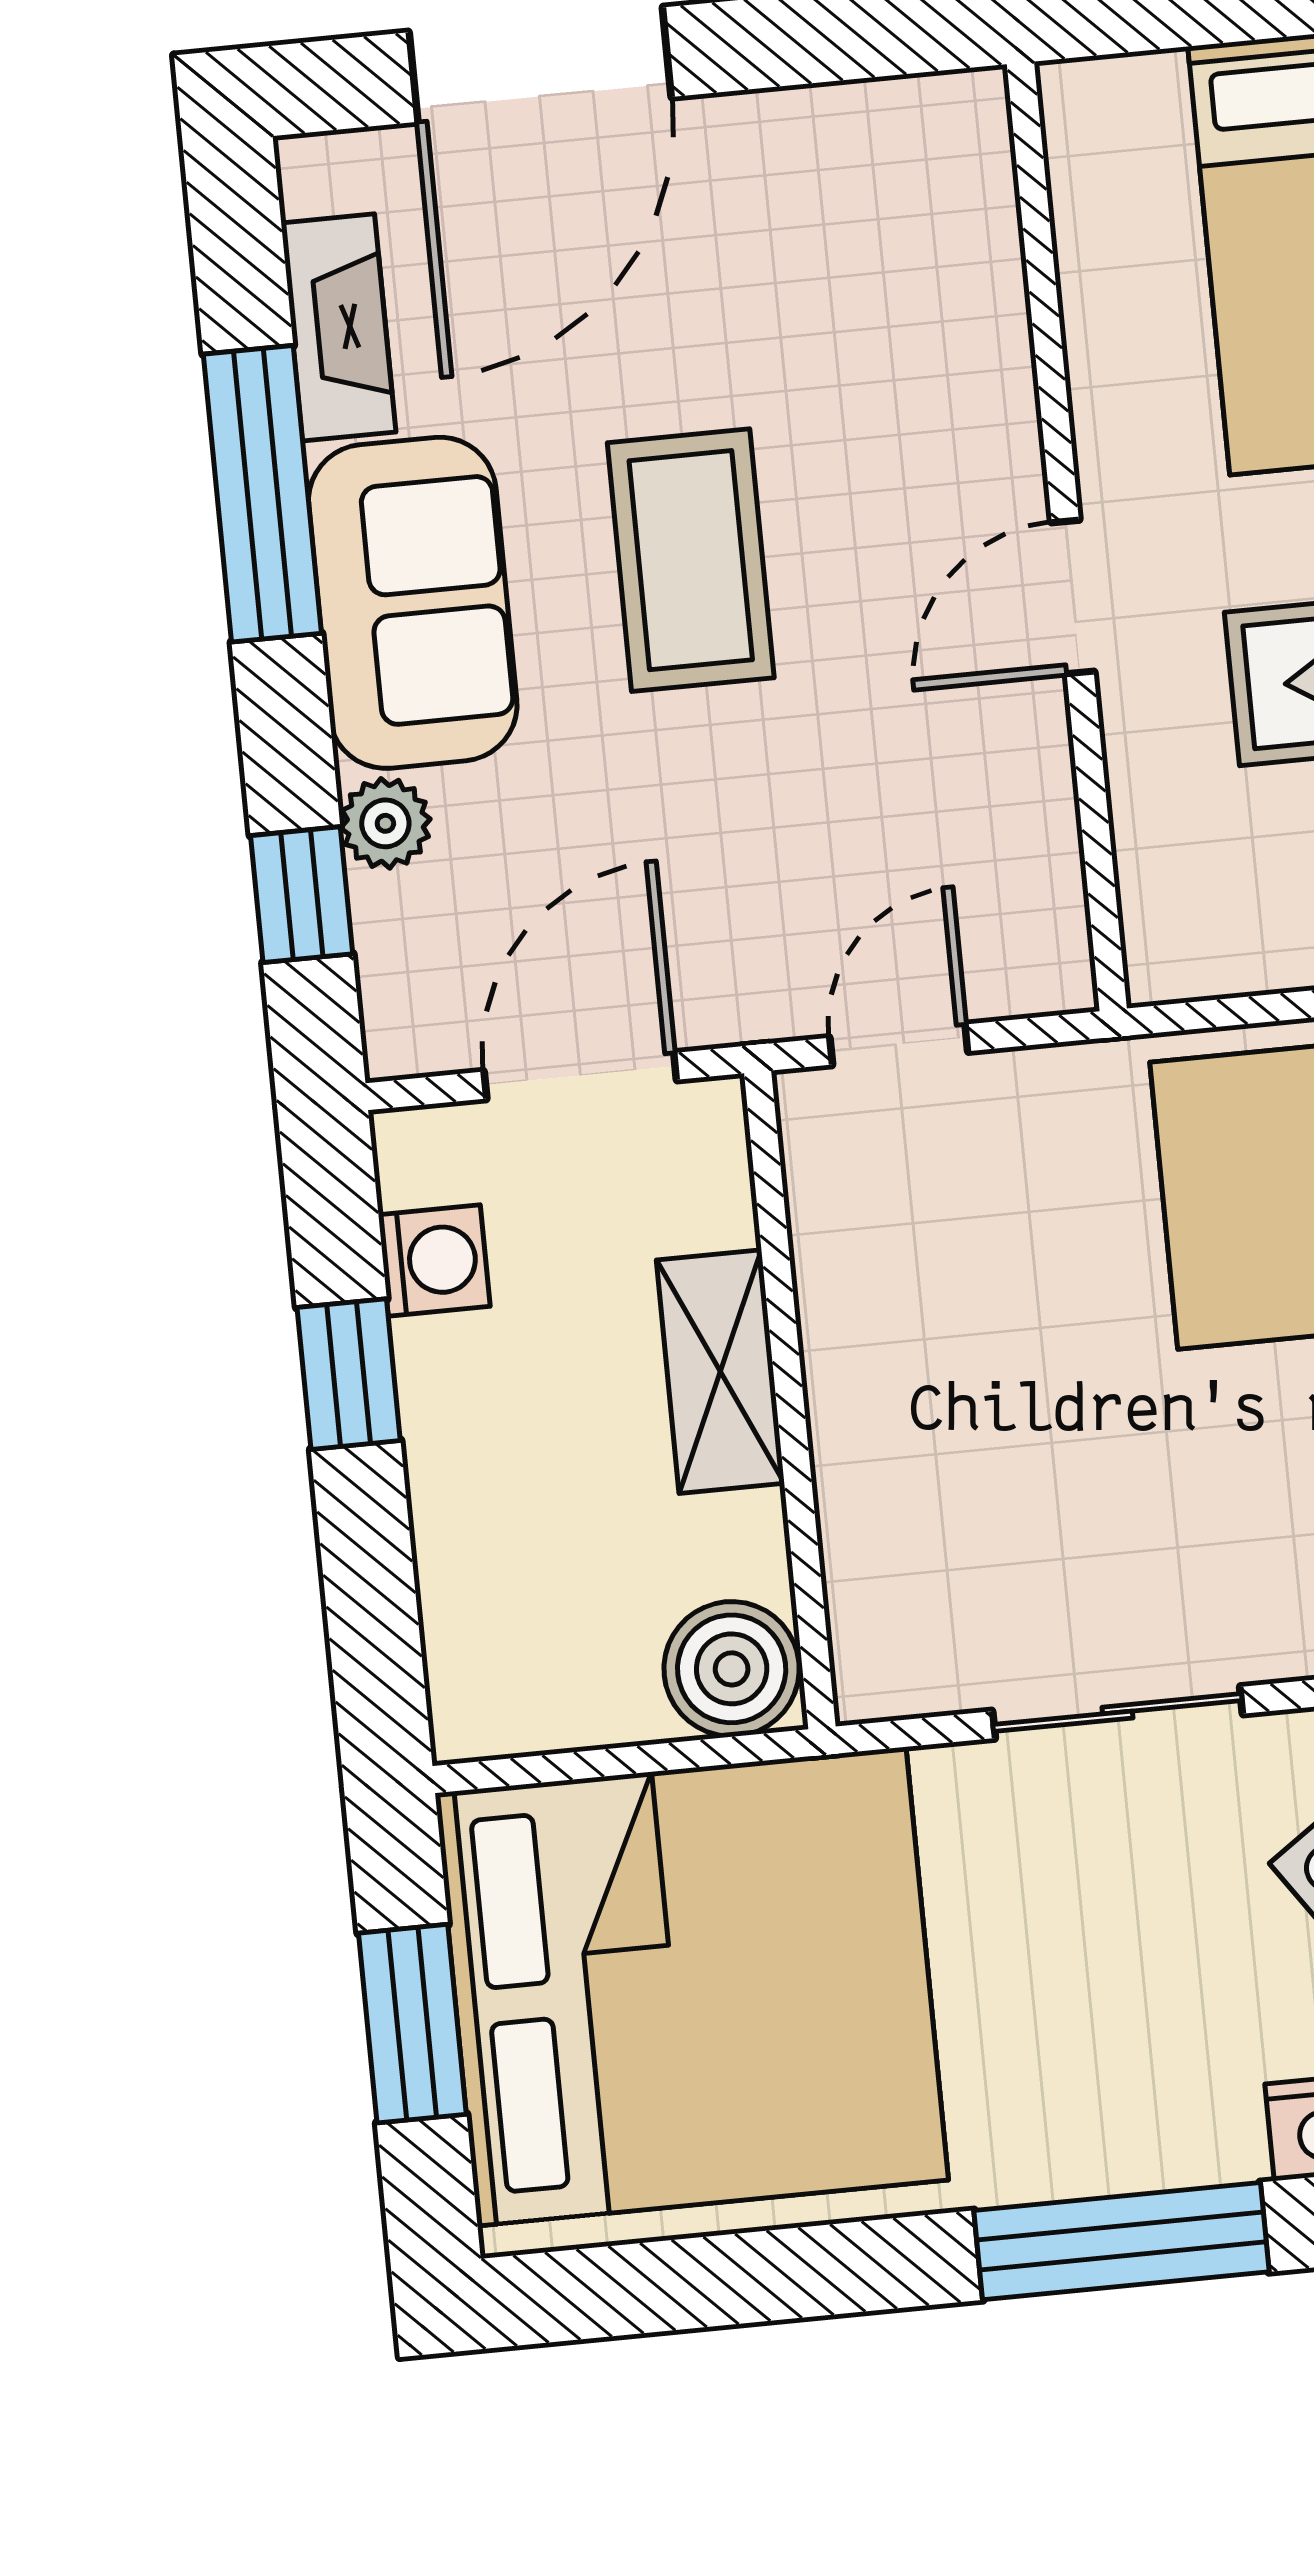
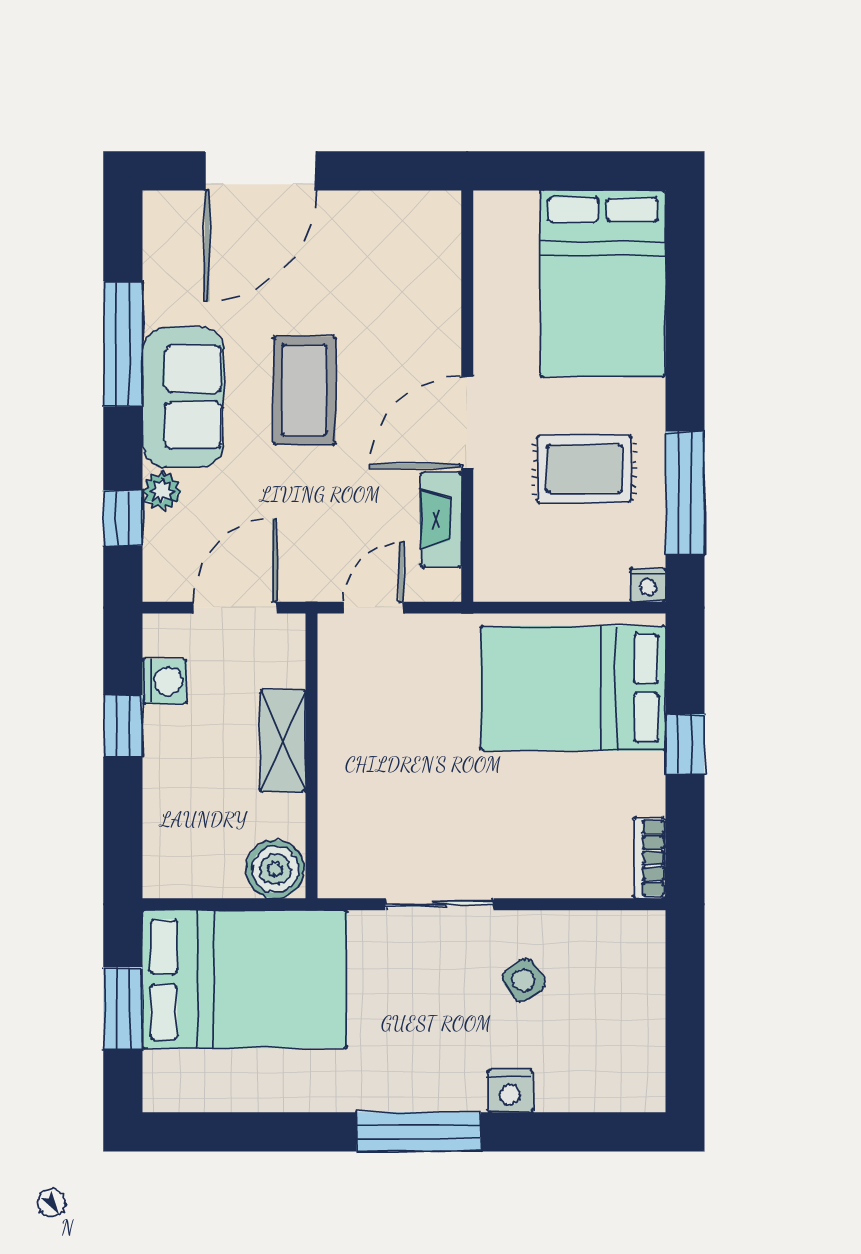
fireplace: (338, 327) -> (441, 520), moved, turned 180
door: (1073, 597) -> (467, 422), width x1.38
bed: (692, 1987) -> (245, 979), width x0.73

